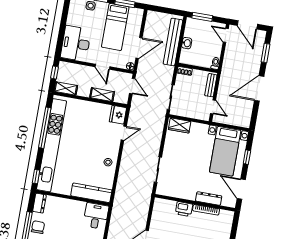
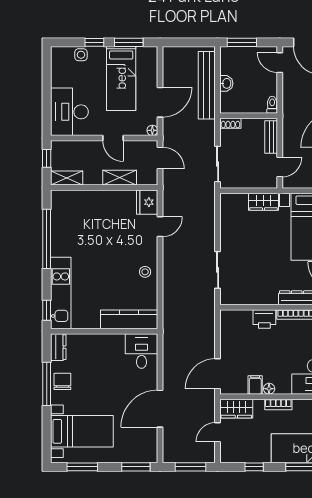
door: (213, 107) -> (280, 167), hinge flipped
wardrobe: (180, 125) -> (263, 202), moved
kitchen unit: (52, 145) -> (61, 293), width x0.54

